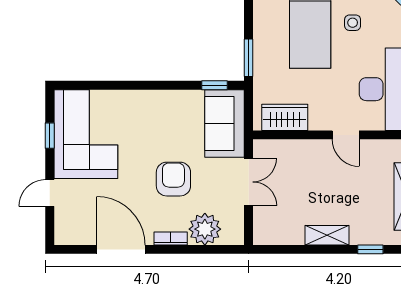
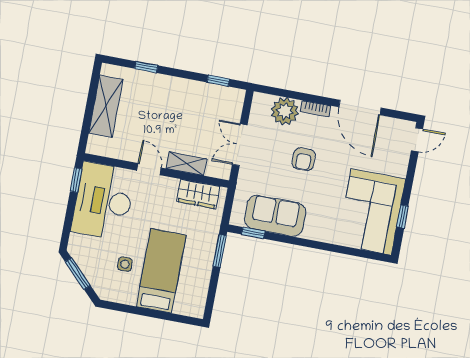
sofa: (225, 123) -> (275, 216), moved, turned -90
armchair: (173, 179) -> (304, 159), width x0.72, depth x0.72
door: (50, 193) -> (417, 140), moved
shelving: (327, 235) -> (187, 164), moved
window: (286, 249) -> (218, 81), added

